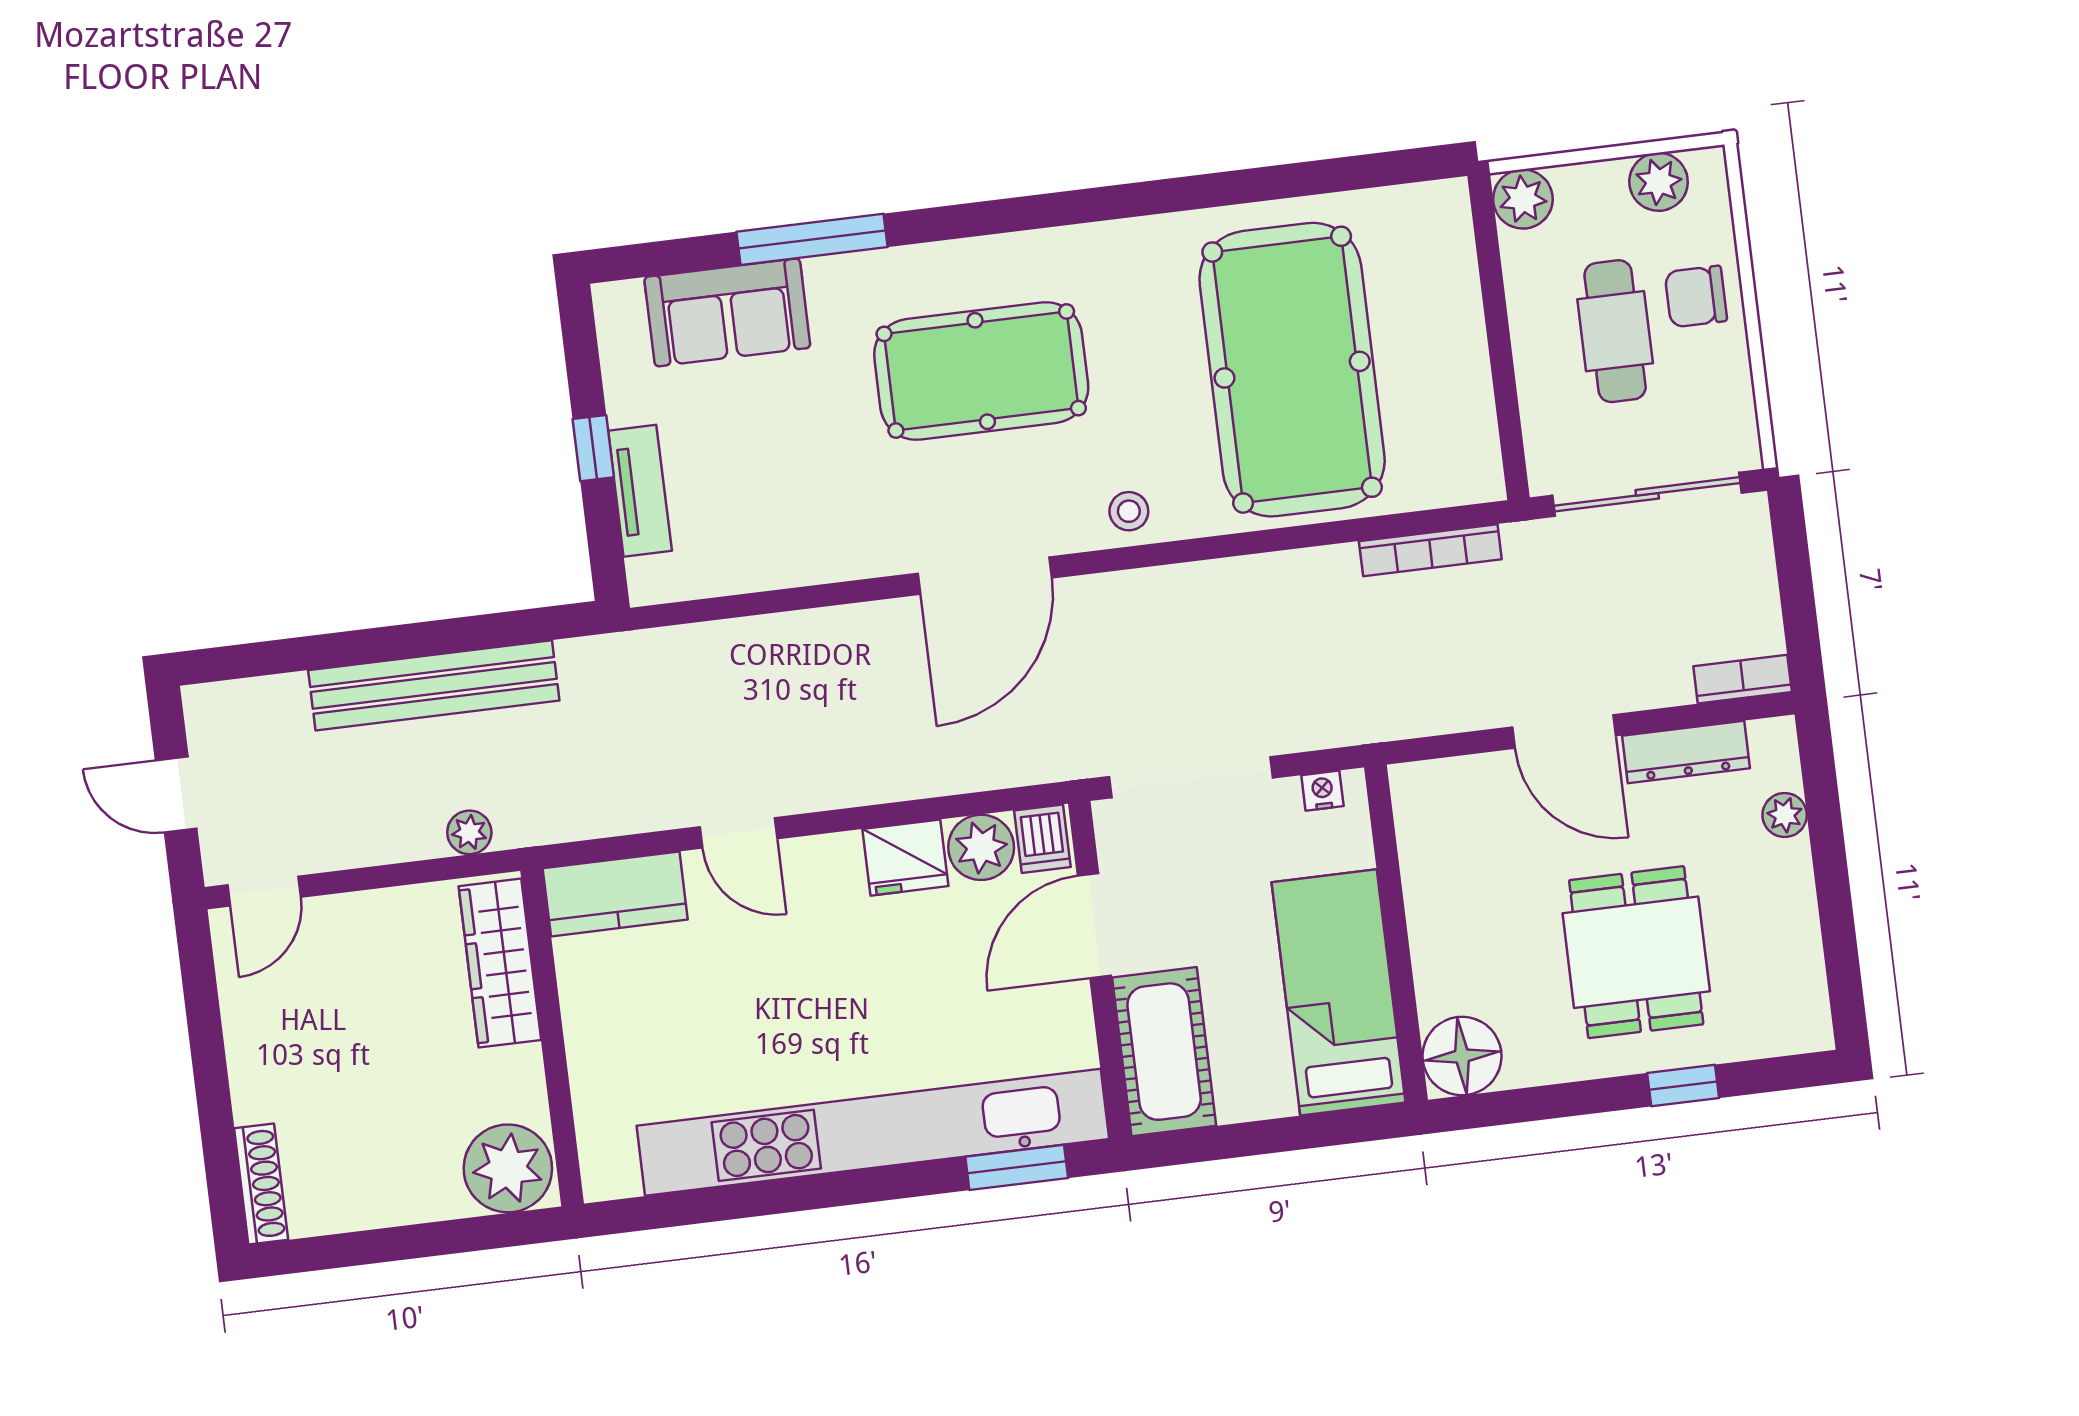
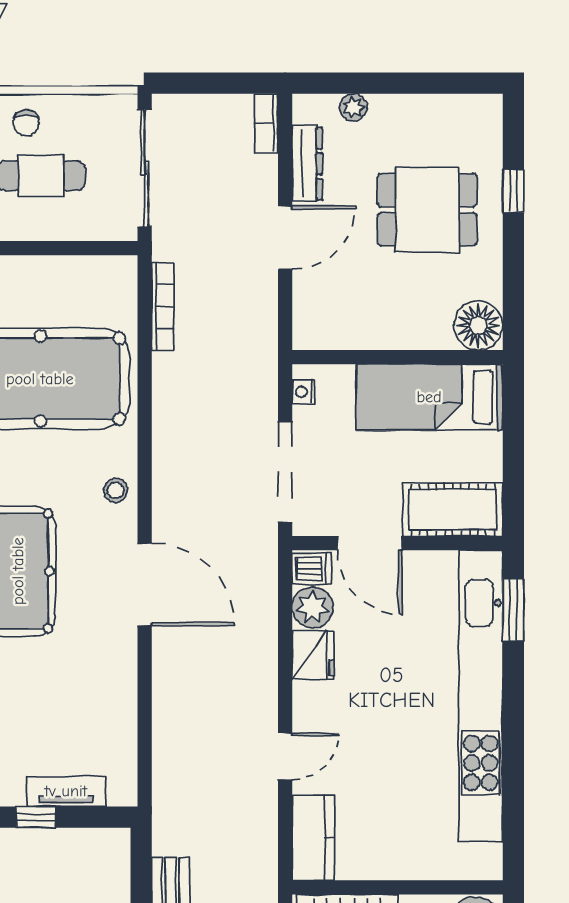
chair: (1696, 297) -> (26, 123), width x0.73, depth x0.73

